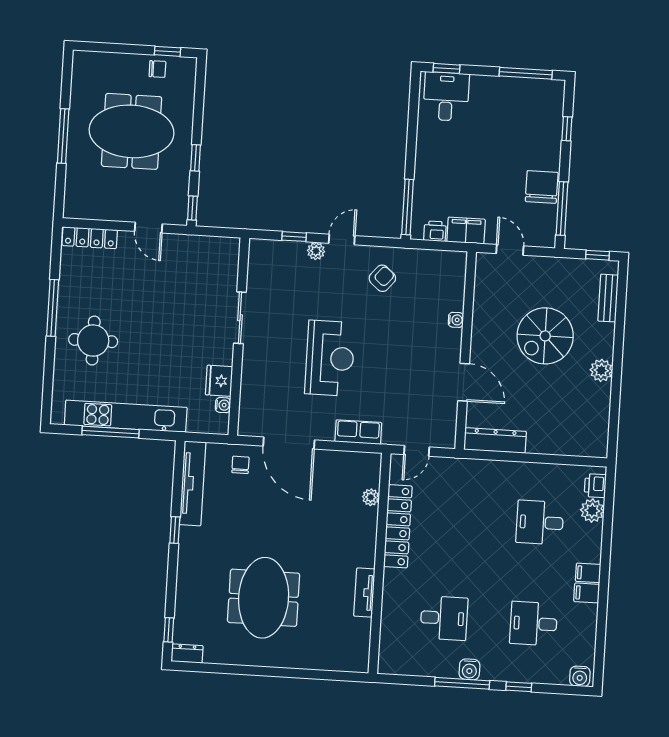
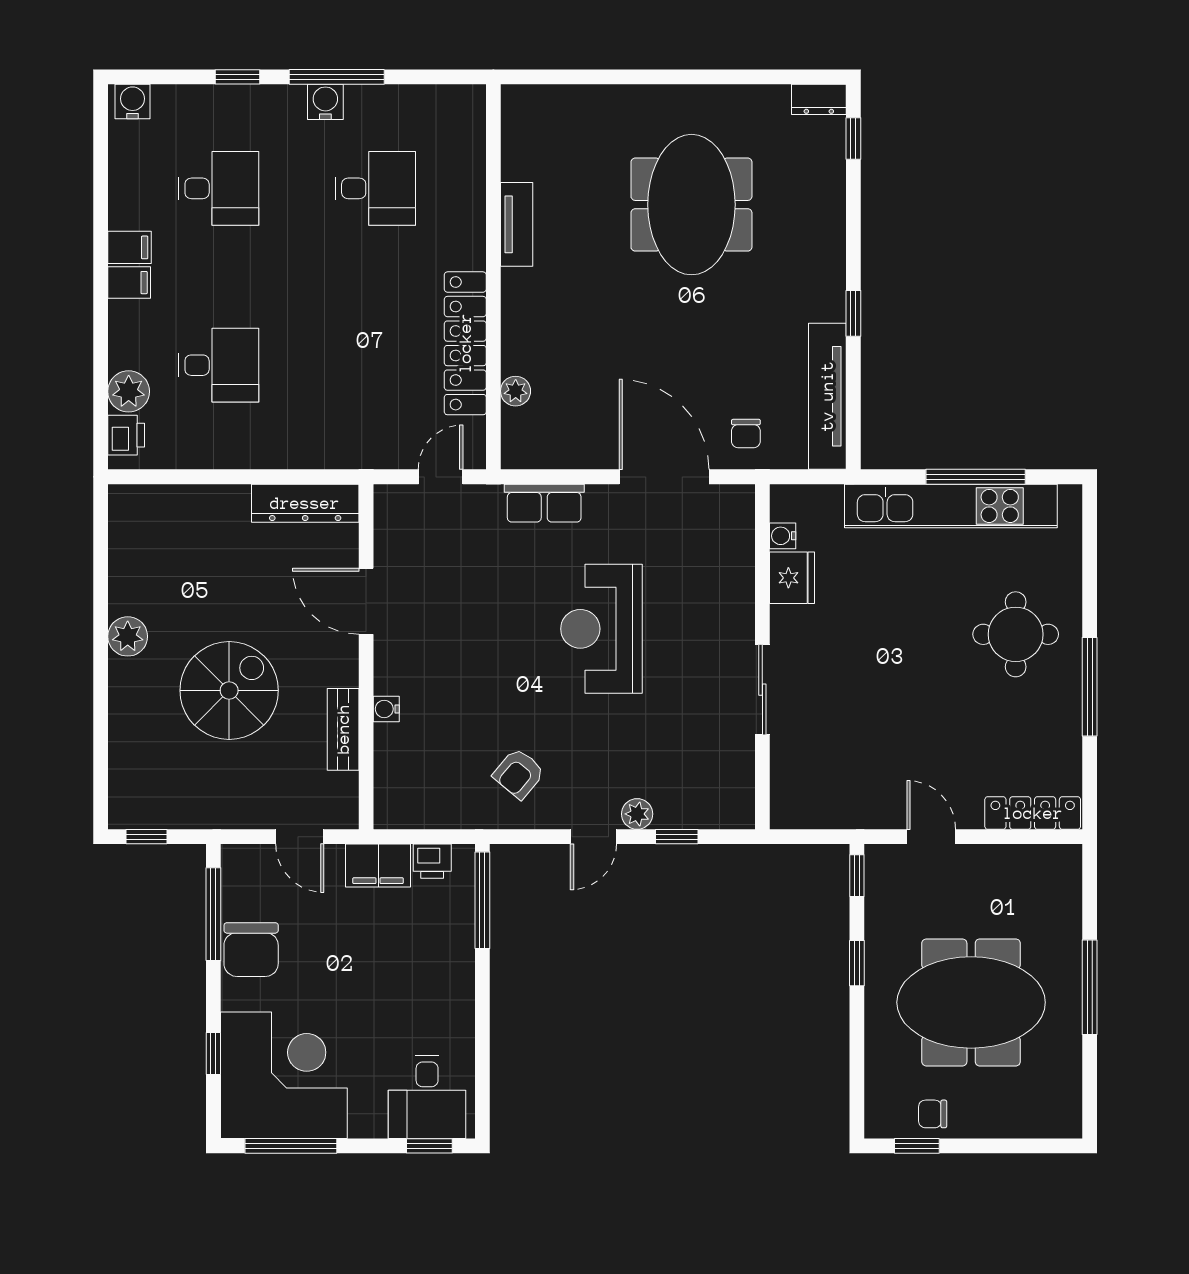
corner desk: (527, 114) -> (284, 1075), added
bench: (608, 298) -> (343, 729), moved
desk: (444, 618) -> (375, 188), turned 180

